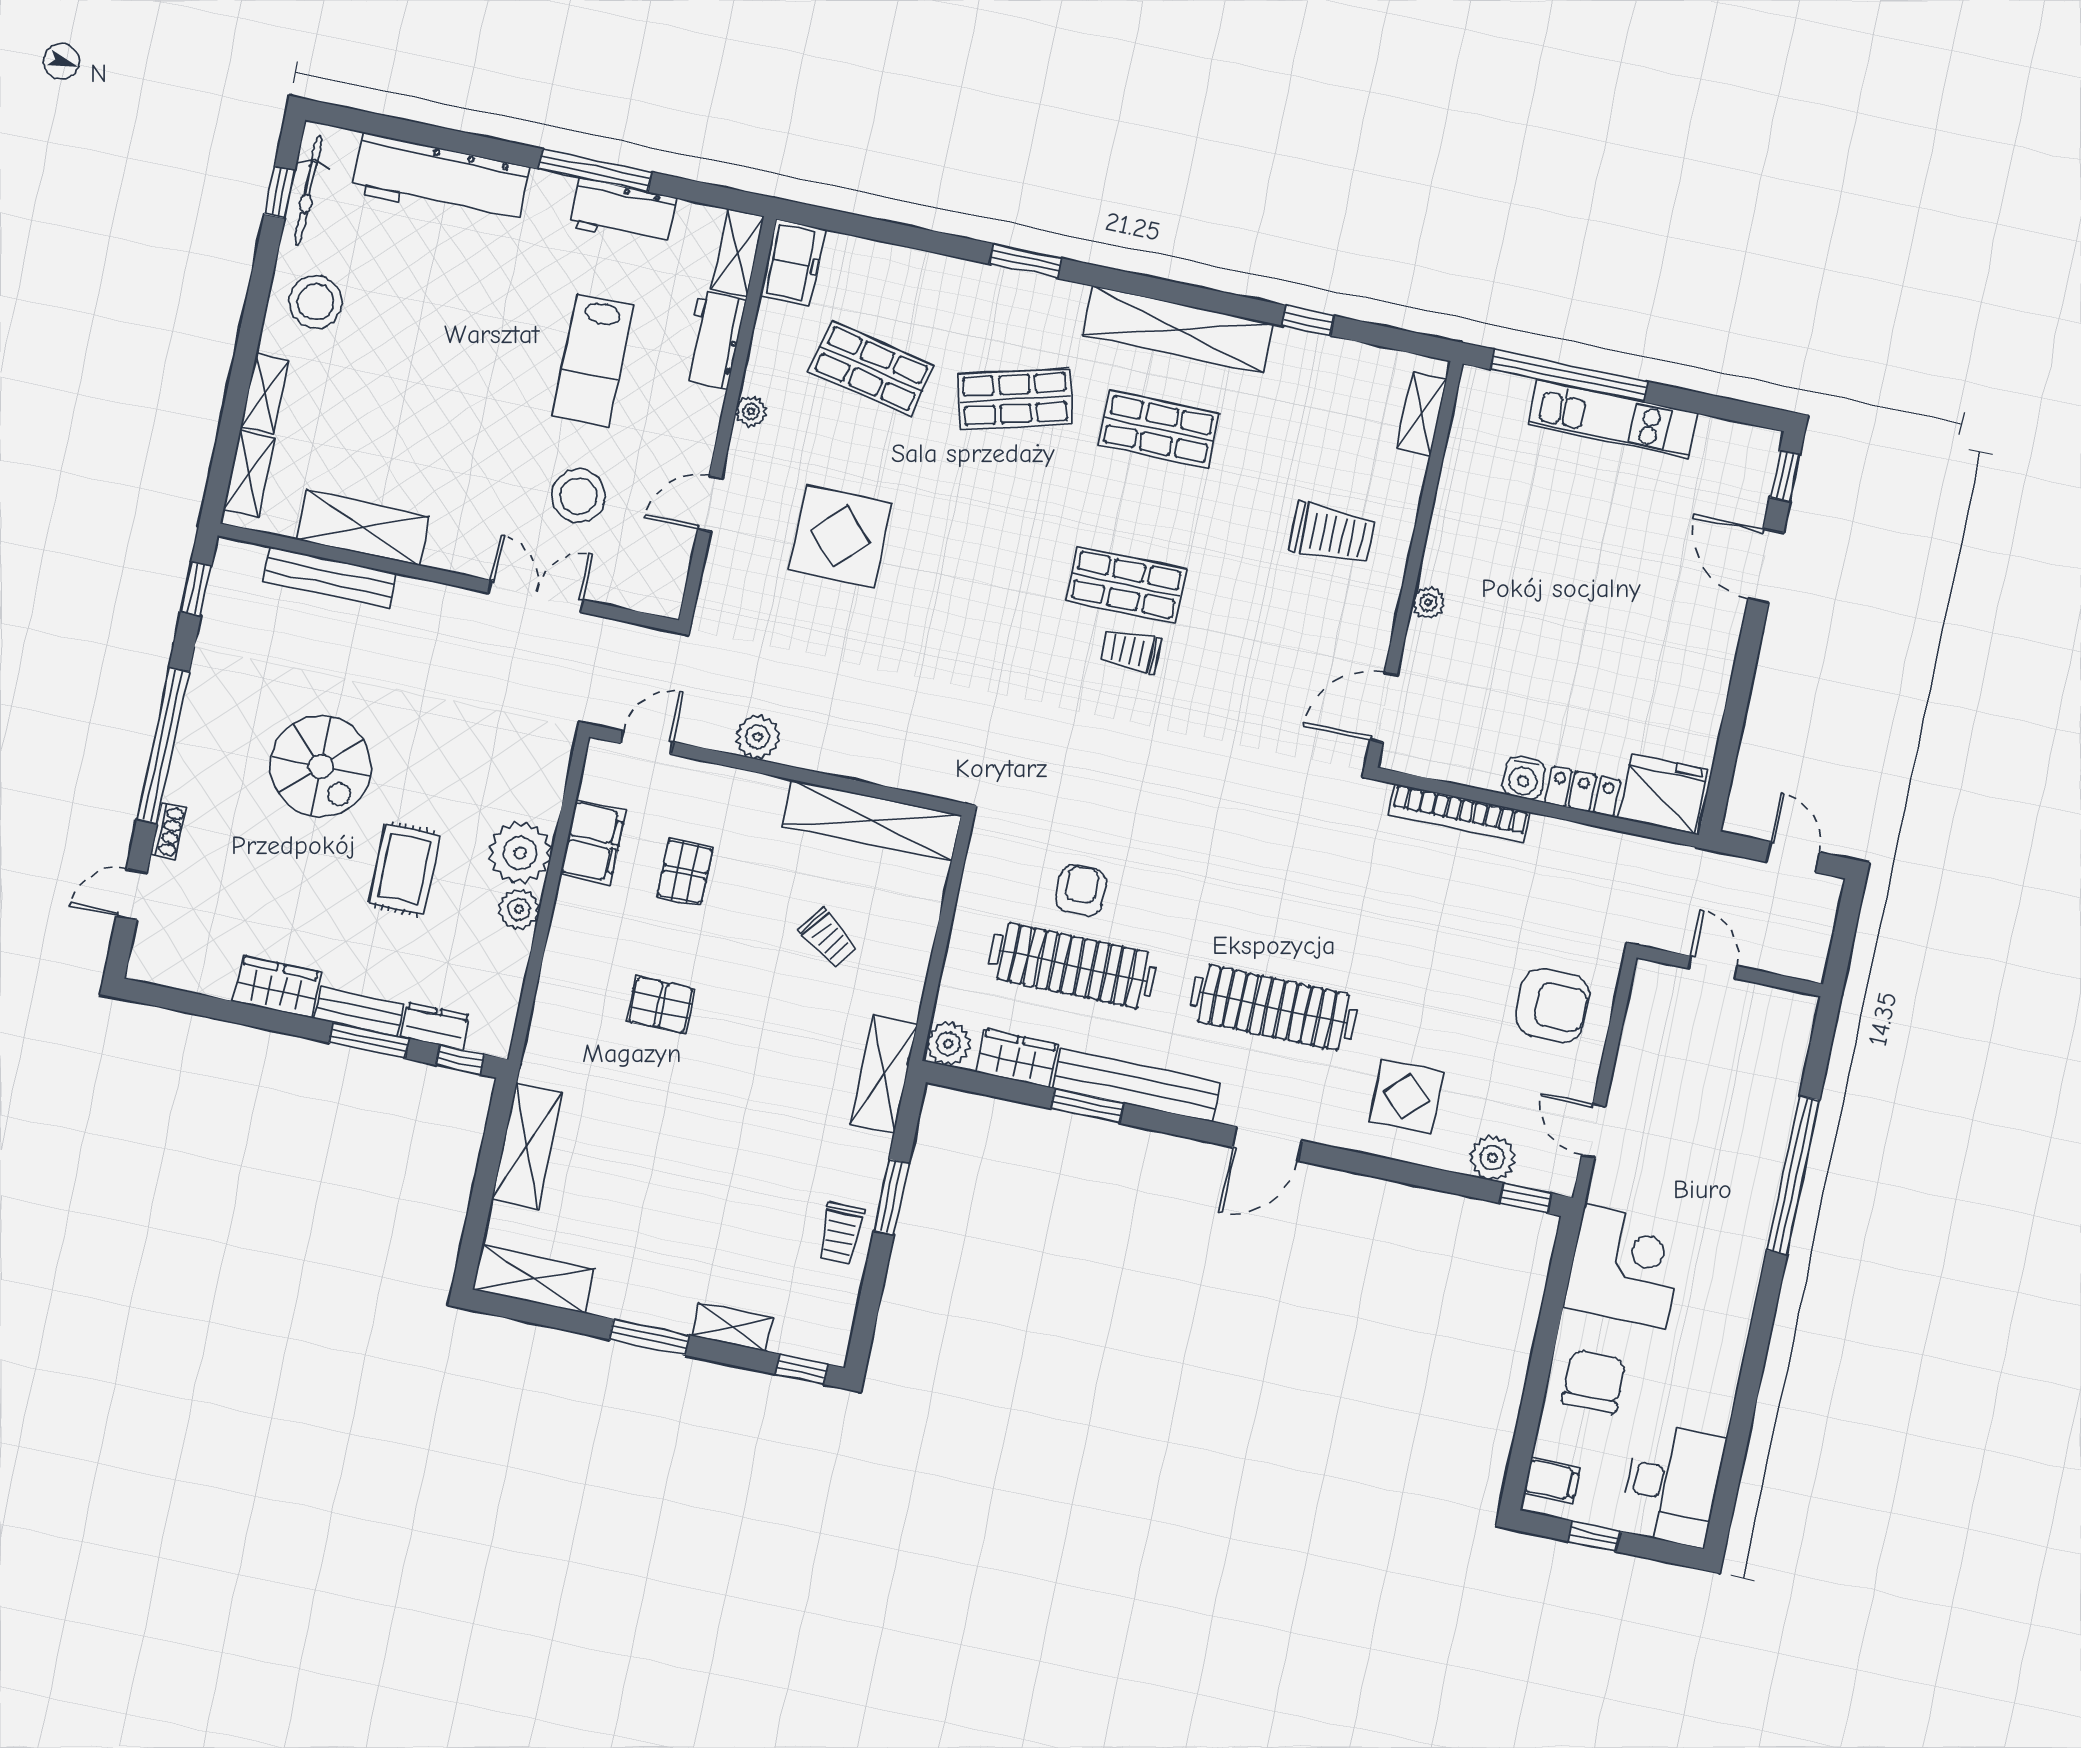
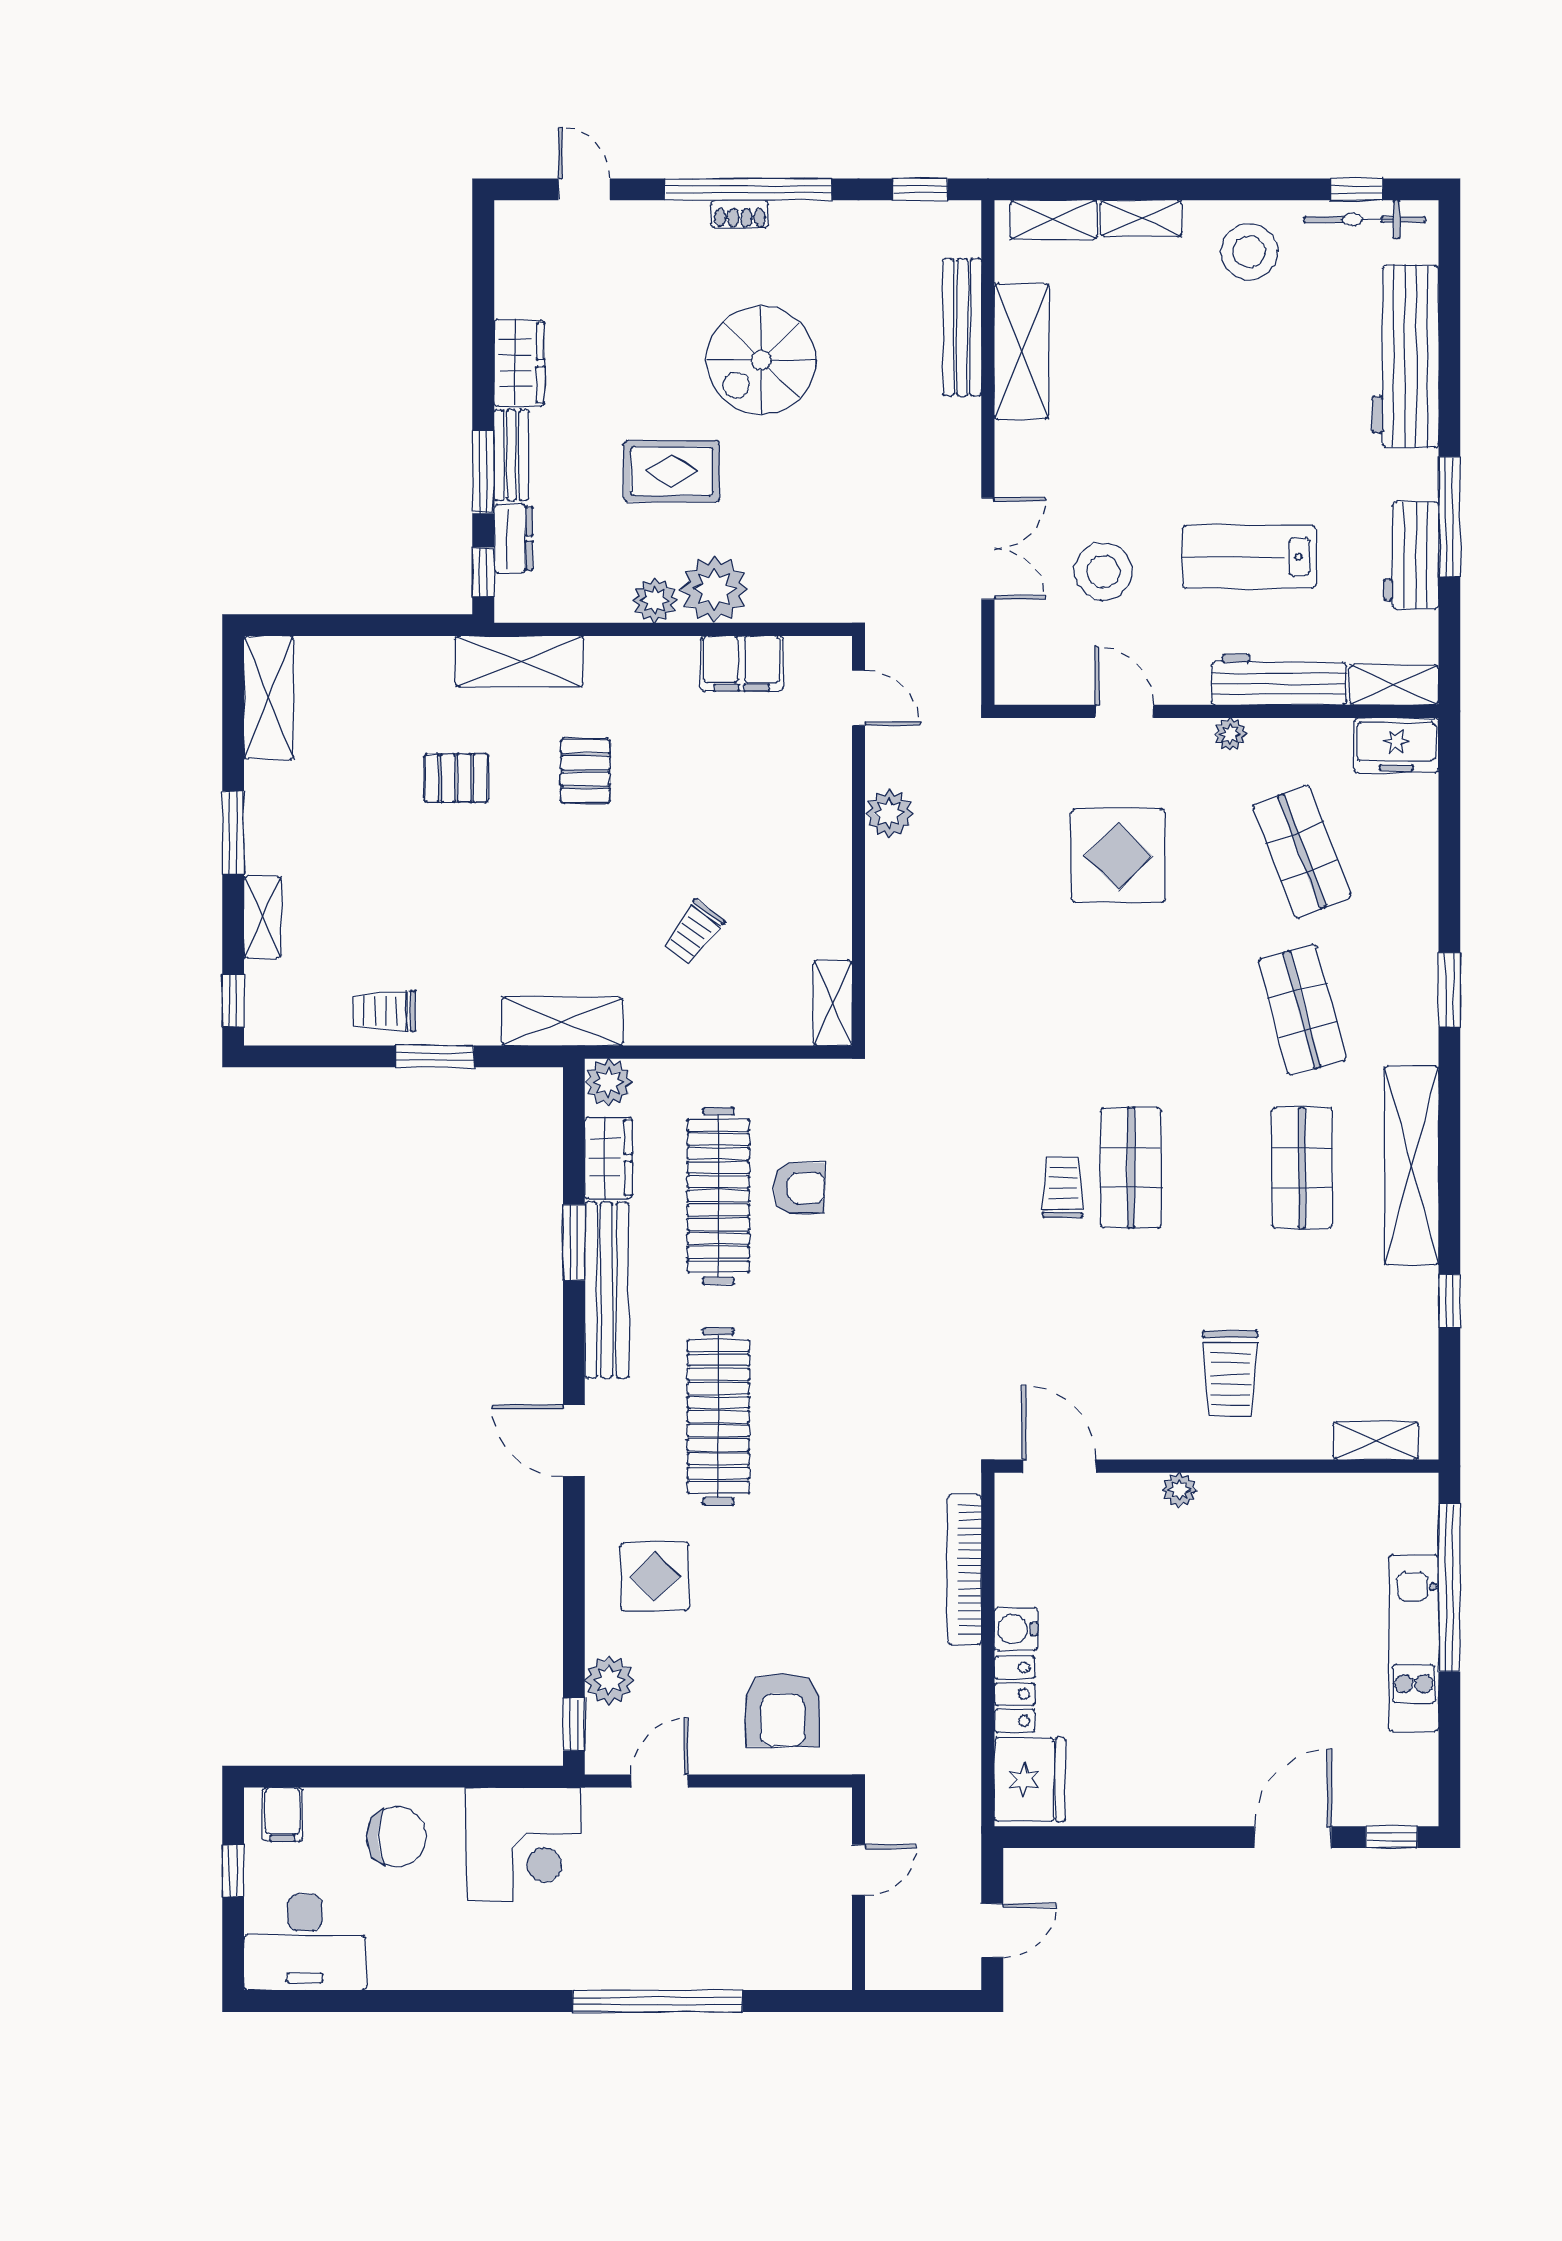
workbench: (714, 340) -> (1279, 679), width x1.38
shop shelf: (871, 369) -> (1302, 852), turned -33
shelving: (872, 820) -> (833, 1003), width x0.45, depth x0.75
shoe rack: (168, 831) -> (740, 214), moved
pallet: (685, 872) -> (456, 778), moved
shelving: (527, 1145) -> (519, 661), moved

